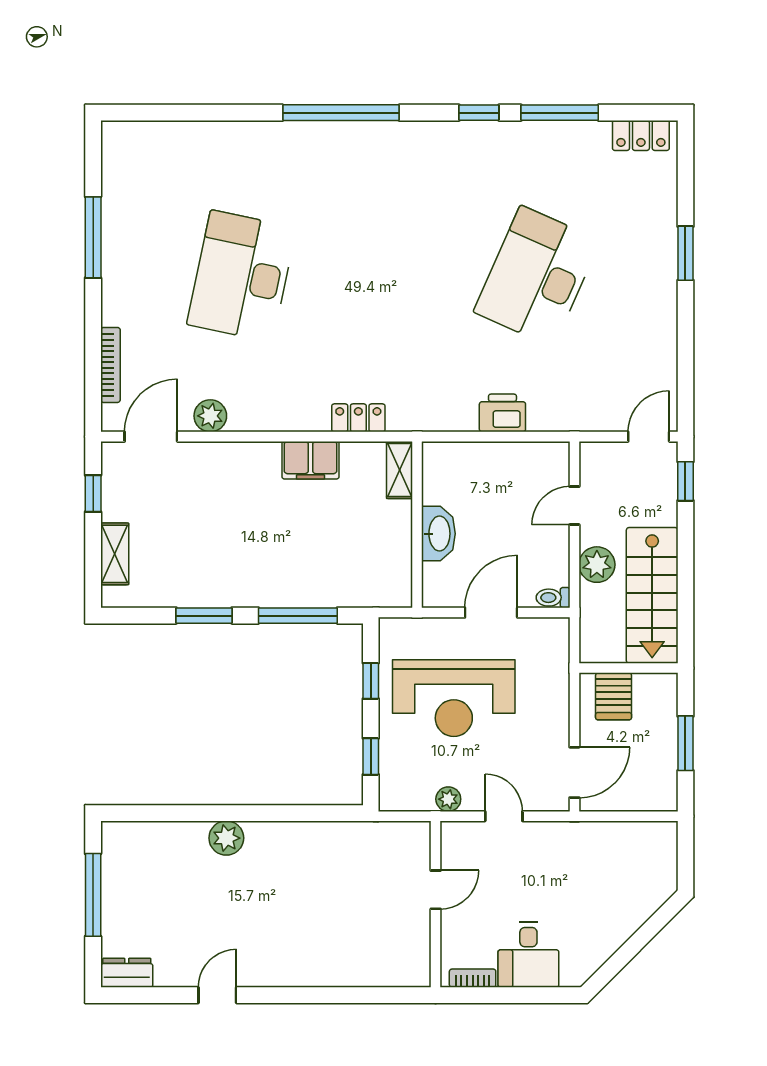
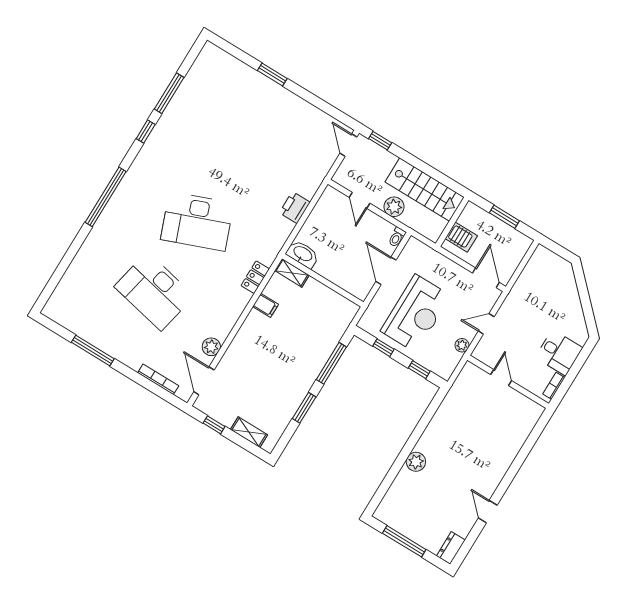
locker: (641, 135) -> (203, 61), removed
desk: (537, 276) -> (197, 221), moved, turned -45
filing cabinet: (310, 460) -> (266, 305), width x0.50
washbasin: (438, 534) -> (303, 254), moved

